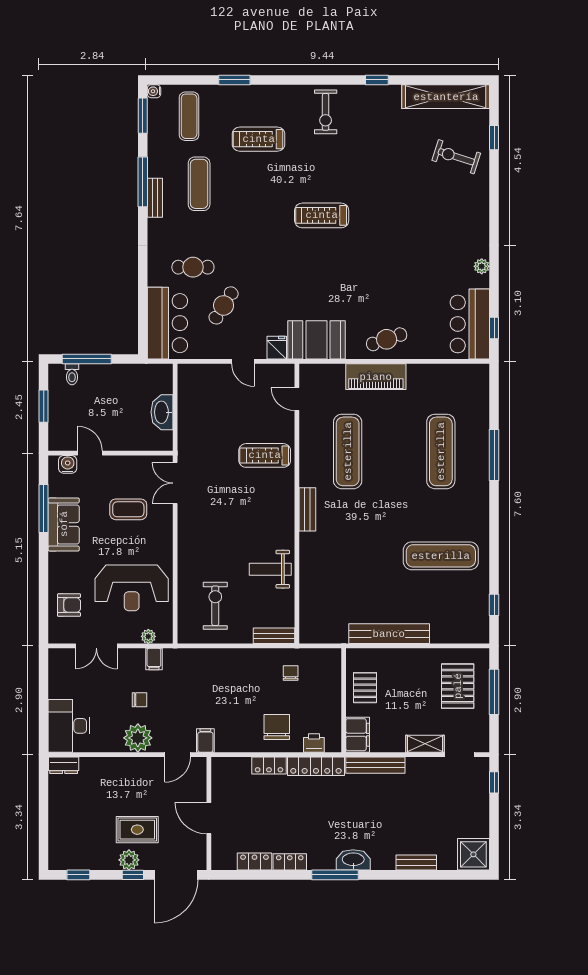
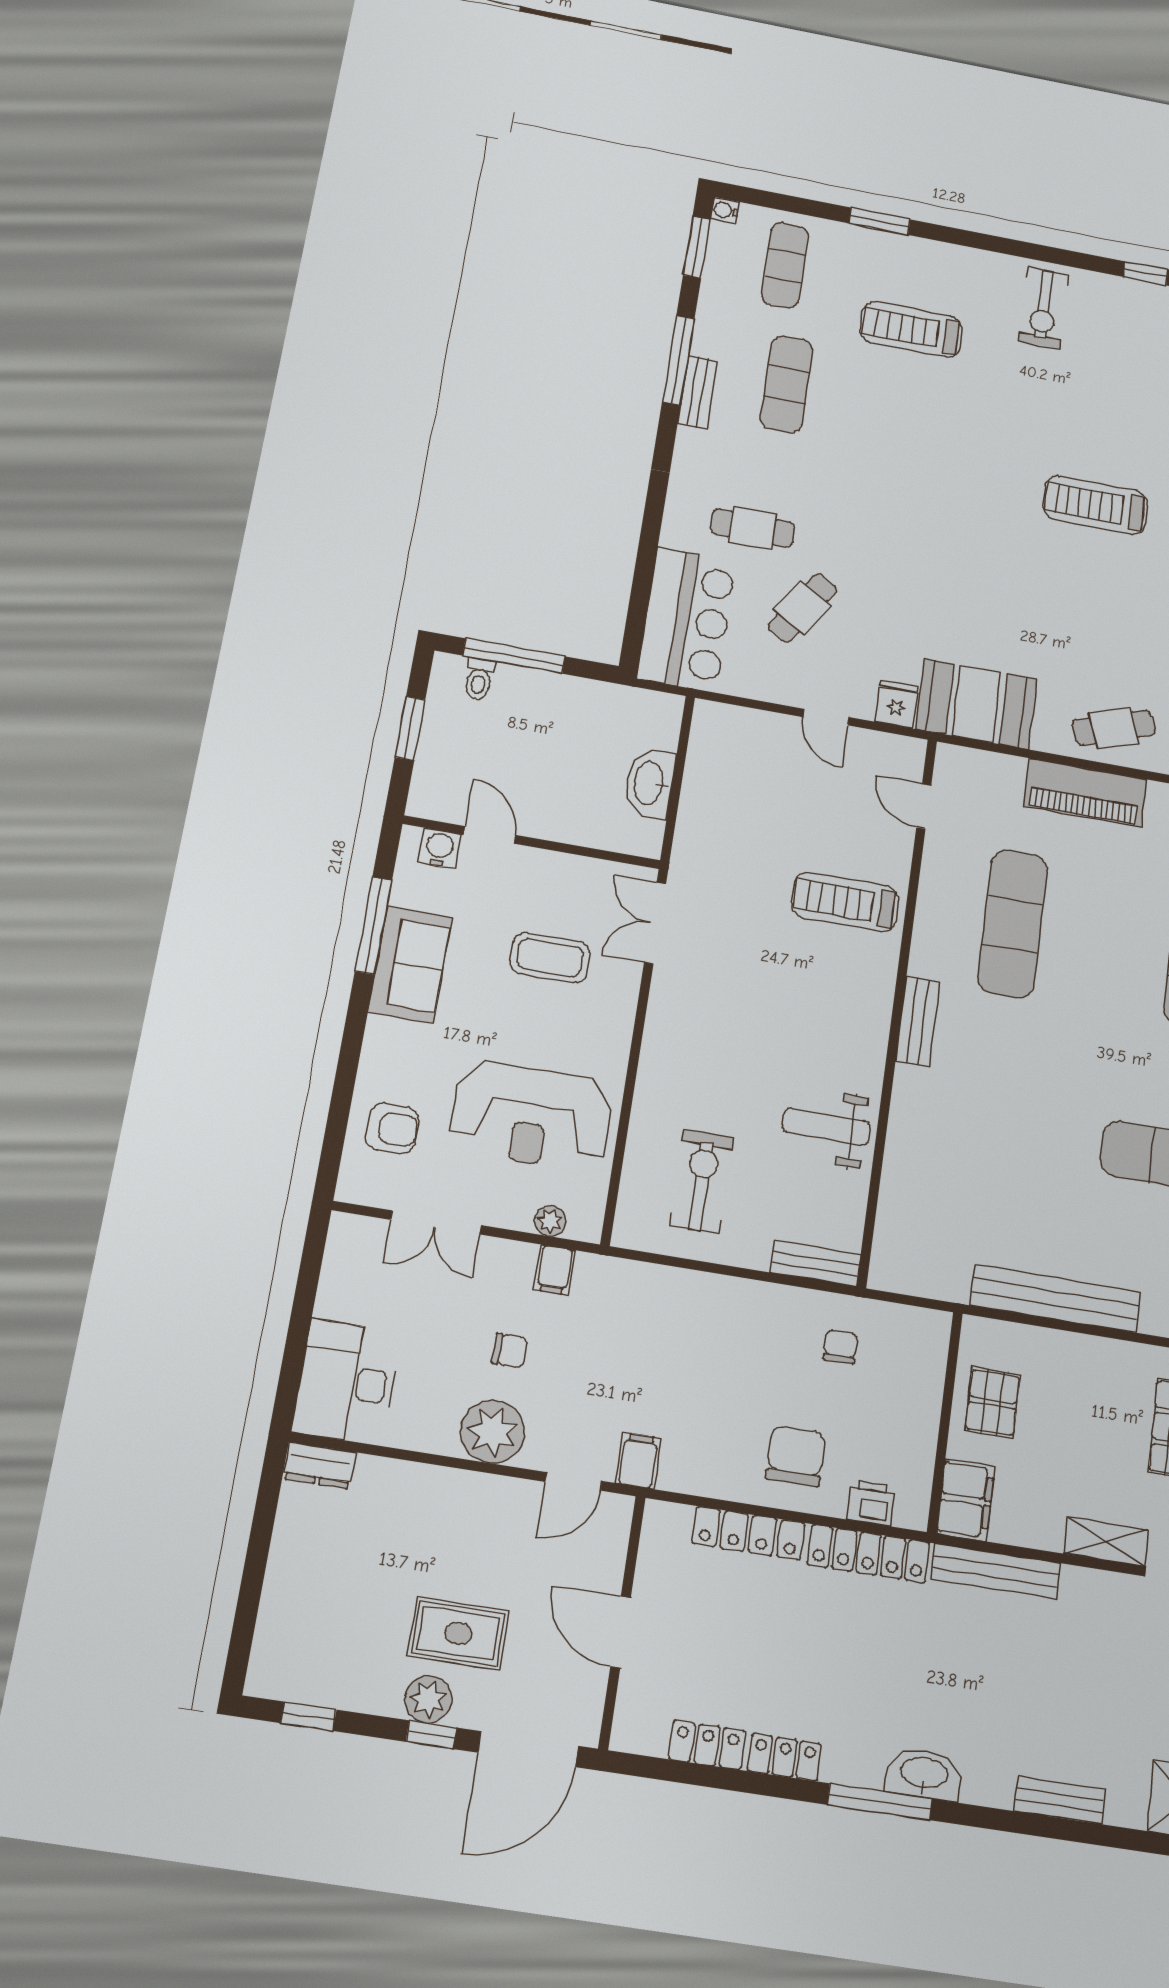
treadmill: (322, 215) -> (1096, 505), moved
locker: (269, 765) -> (748, 1533), width x1.53

